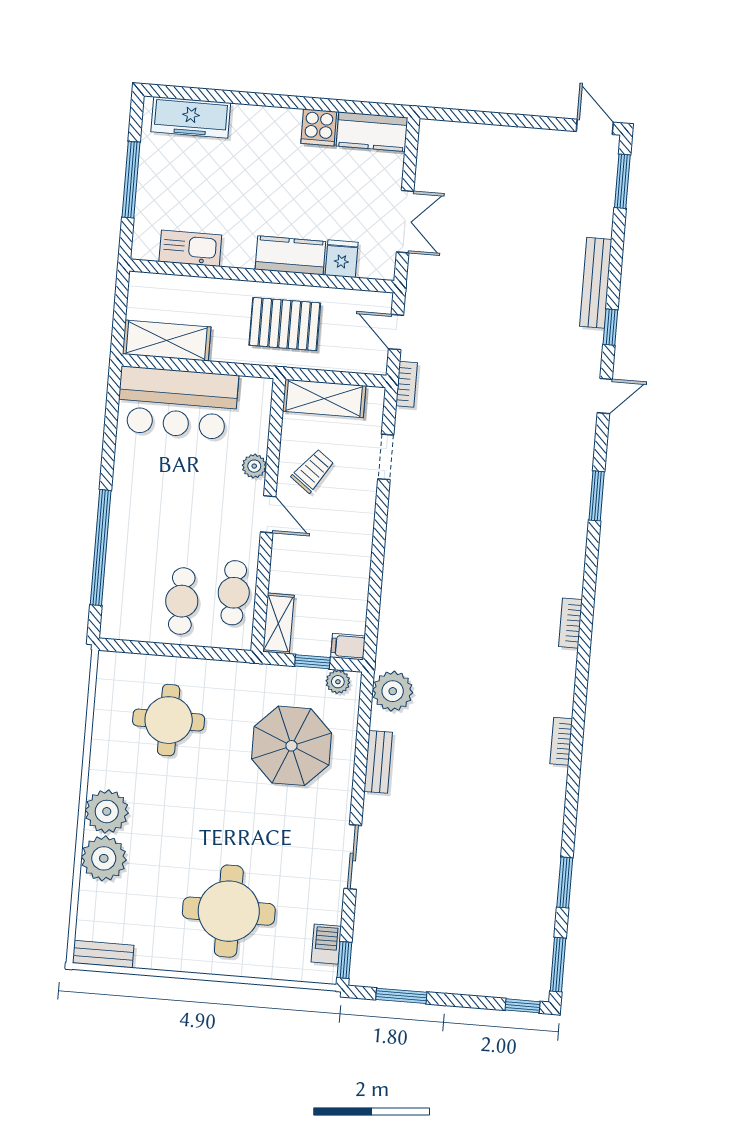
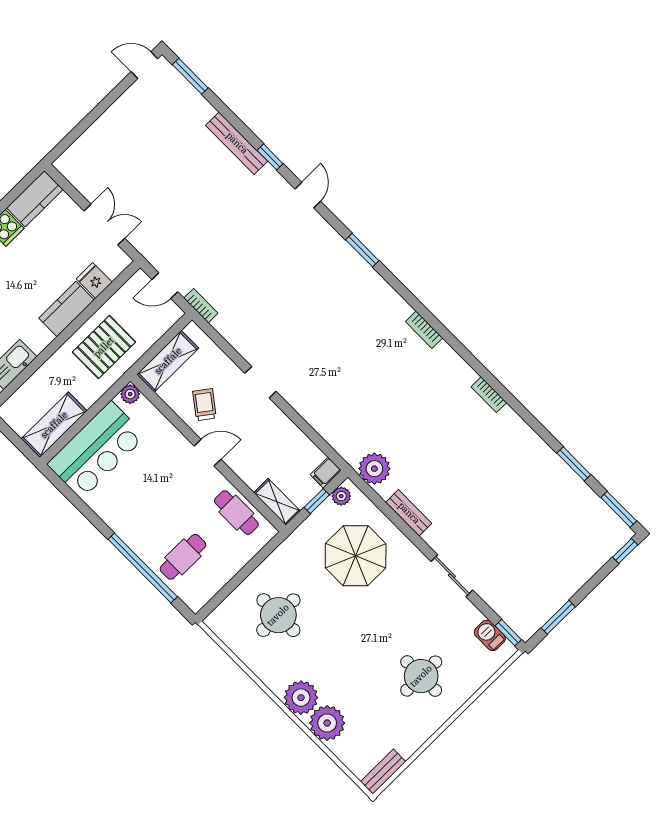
doorway: (386, 457) -> (260, 382), moved
plant: (254, 466) -> (130, 394), moved
cafe table: (182, 601) -> (183, 557), moved, turned 90
round table: (229, 911) -> (421, 676), width x0.73, depth x0.73

